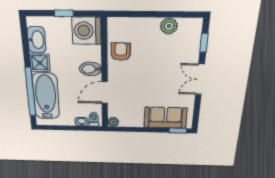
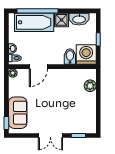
plant: (169, 26) -> (90, 86), moved
armchair: (121, 52) -> (71, 78), removed
bidet: (90, 69) -> (70, 57), moved
double door: (200, 79) -> (50, 136), swing flipped
door: (105, 93) -> (38, 67), swing flipped

